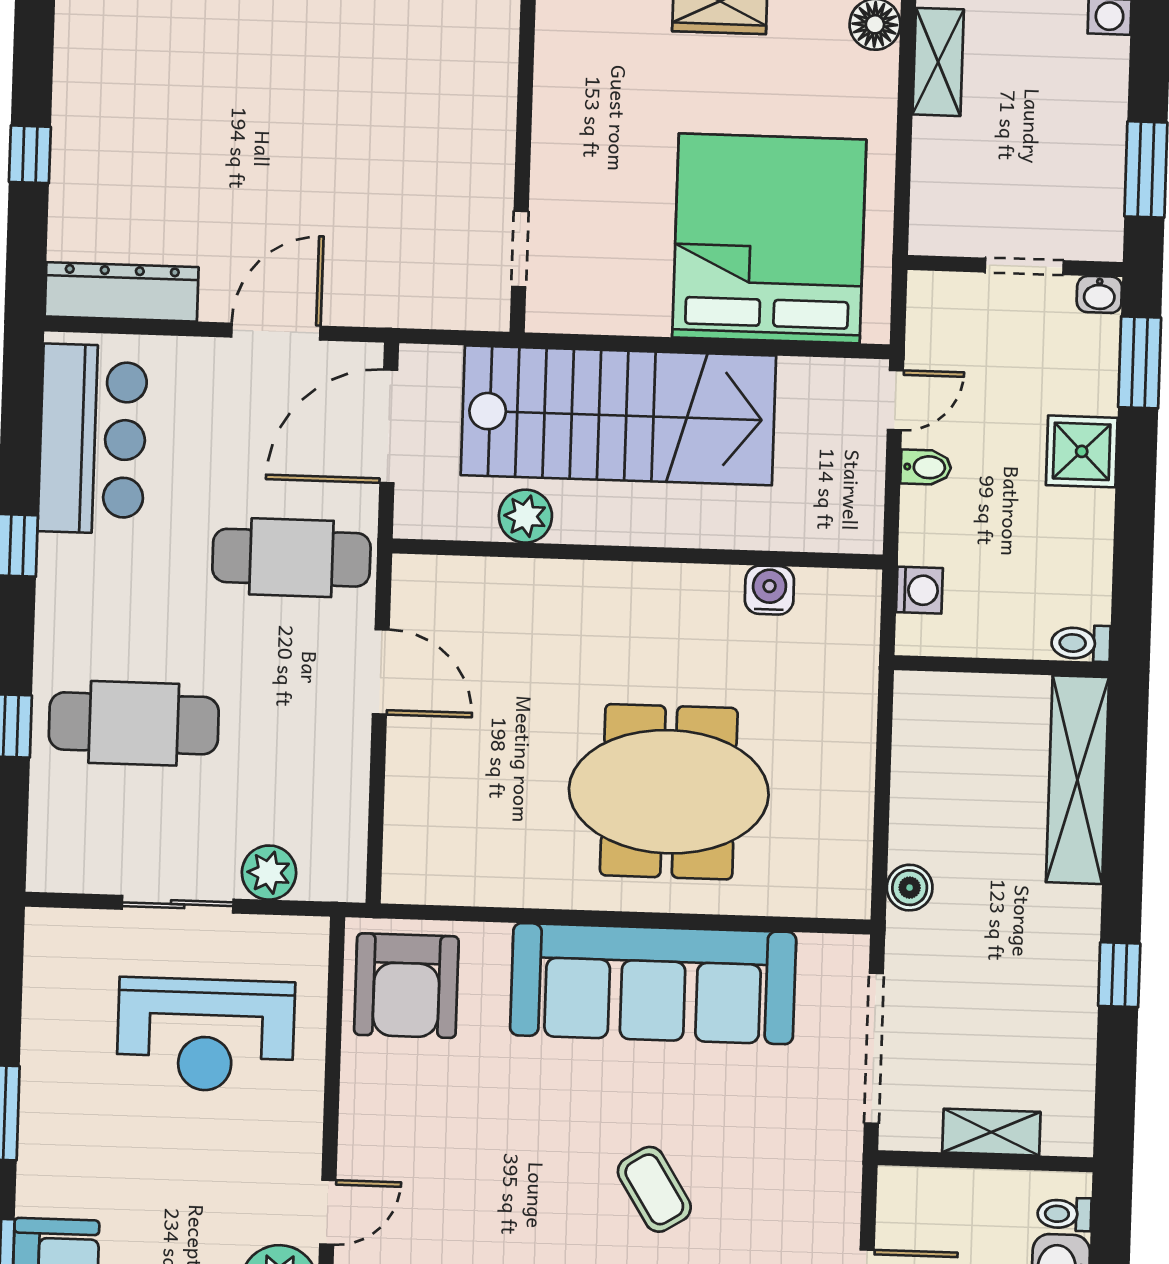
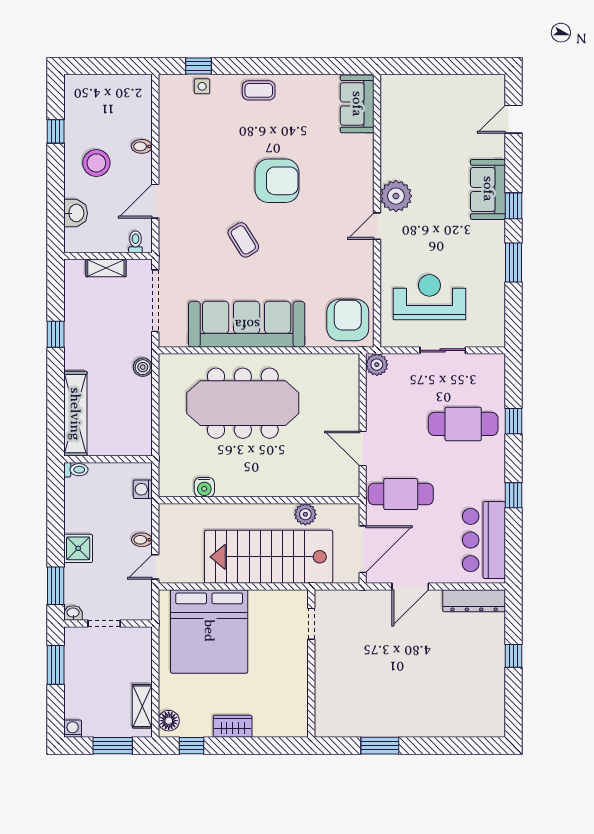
meeting table: (669, 792) -> (243, 403), width x1.36
plant: (269, 873) -> (377, 365), moved
toilet: (1064, 1214) -> (135, 242), moved, turned -90

